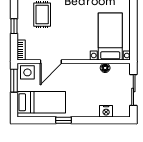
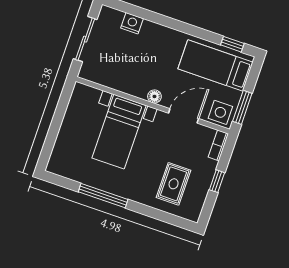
bed with nightstands: (110, 37) -> (119, 132), moved
floor lamp: (105, 68) -> (154, 96), moved
window: (64, 120) -> (232, 44), moved

